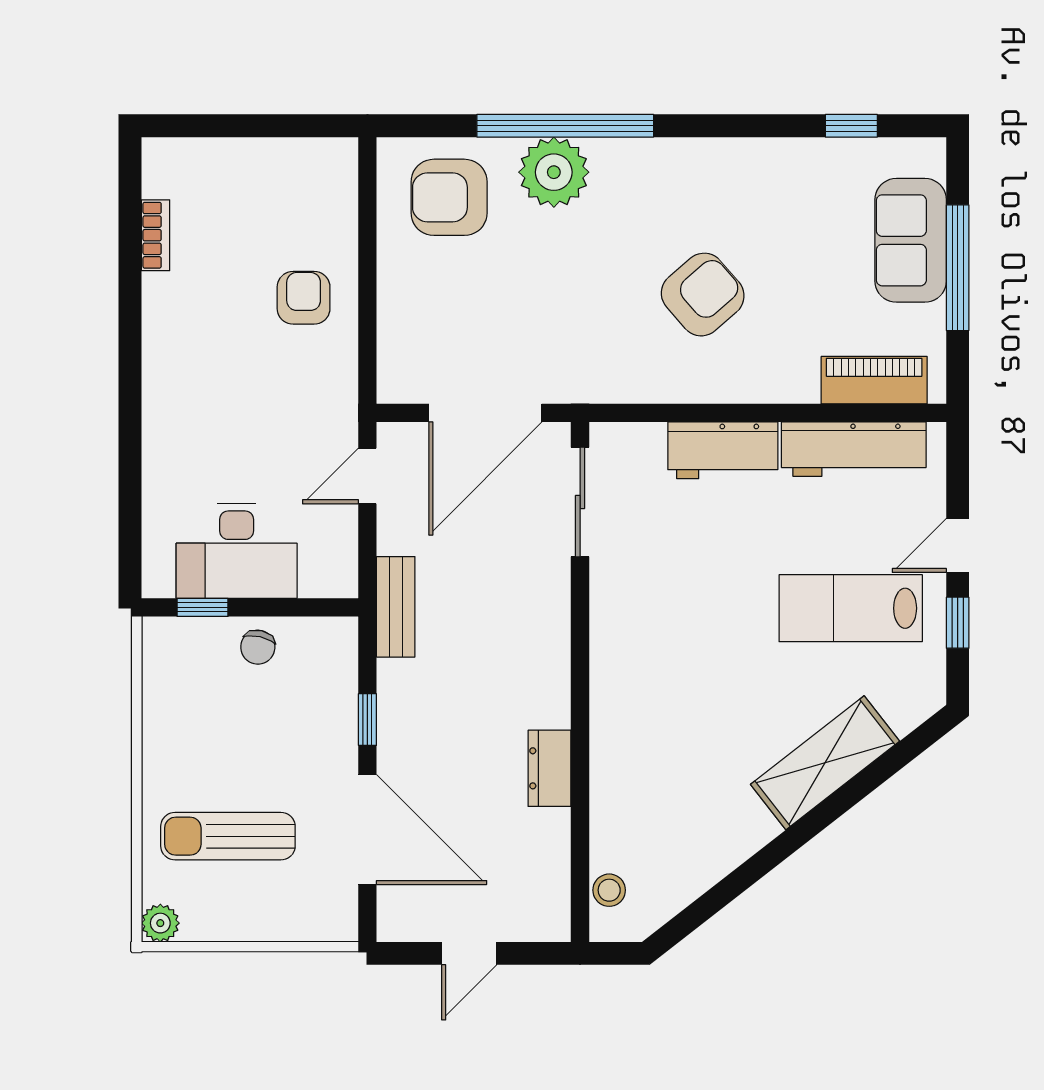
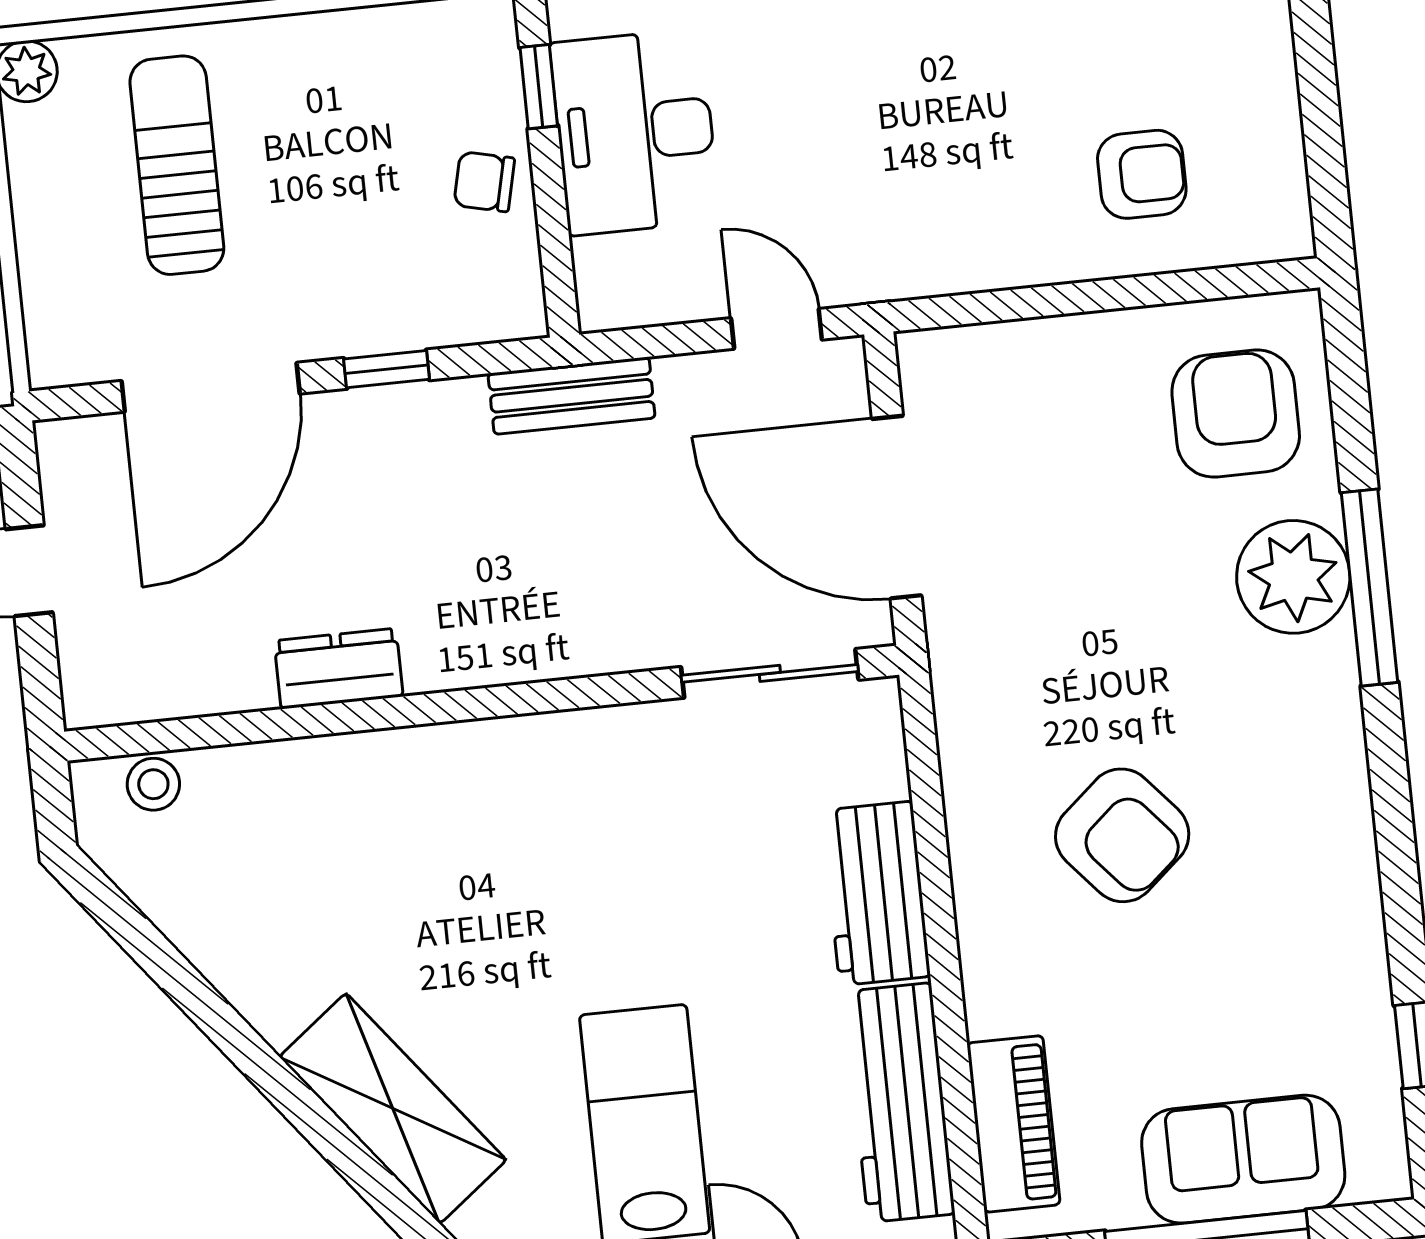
window: (565, 126) -> (1370, 587), width x0.68
armchair: (304, 298) -> (1142, 174), moved

